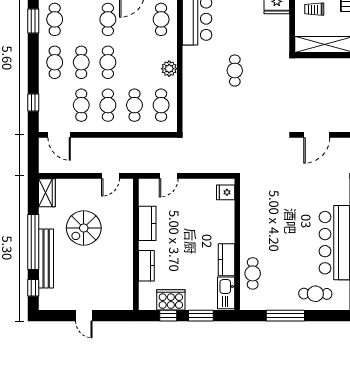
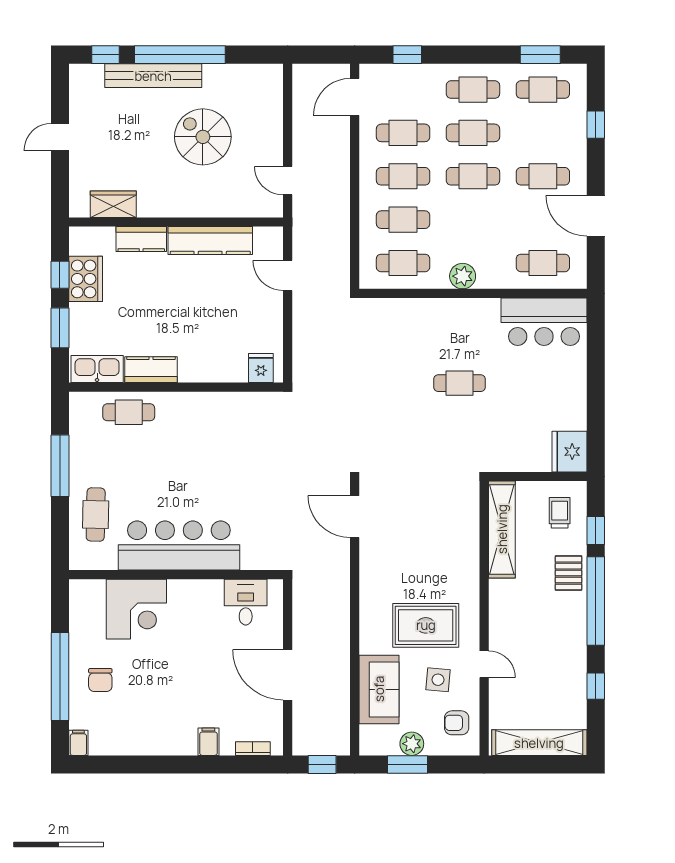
wardrobe: (47, 193) -> (113, 204), moved, turned 180
kitchen counter: (147, 223) -> (210, 241), width x1.50

